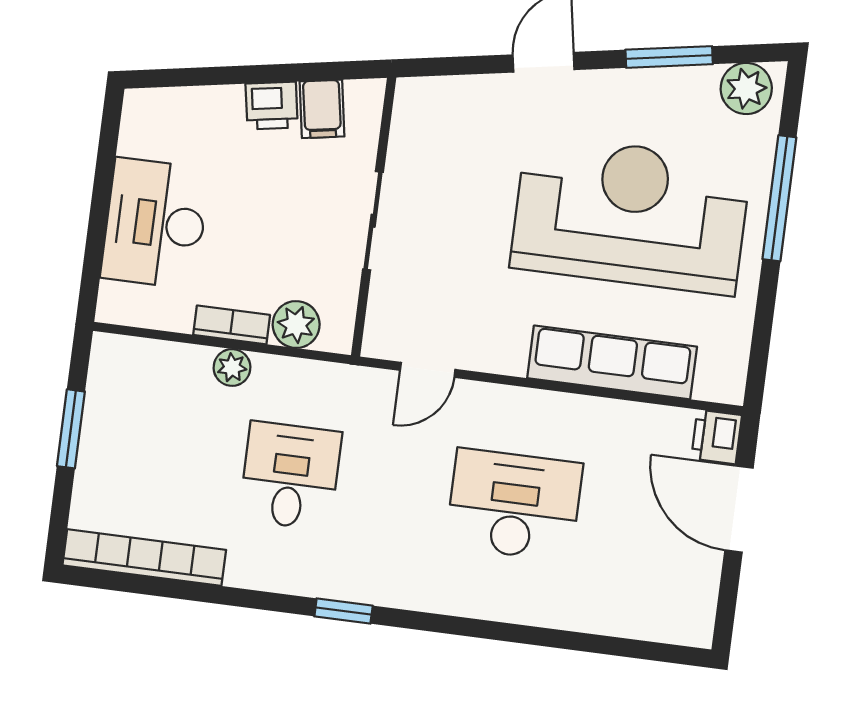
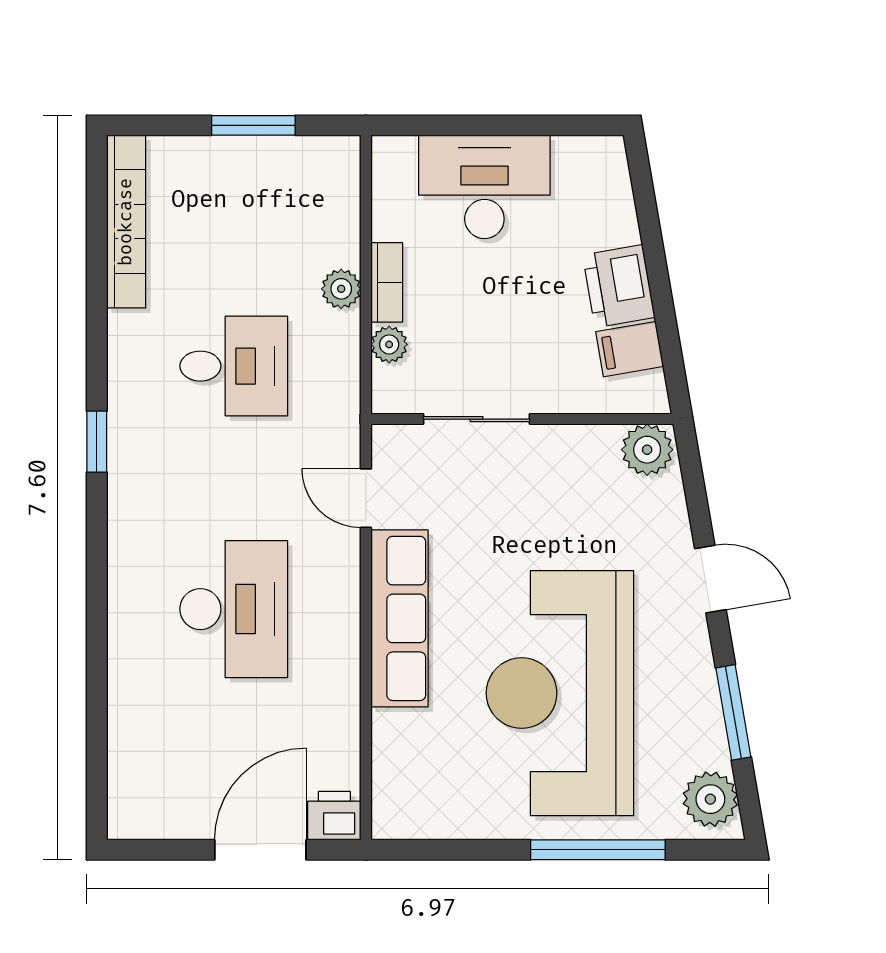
plant: (417, 105) -> (647, 450), added
printer: (272, 106) -> (619, 286), width x1.36, depth x1.24
reception desk: (631, 214) -> (560, 693), turned 180
sliding door: (373, 221) -> (477, 419), moved
plant: (296, 325) -> (389, 344), width x0.73, depth x0.73
row of seats: (612, 362) -> (399, 618), moved

